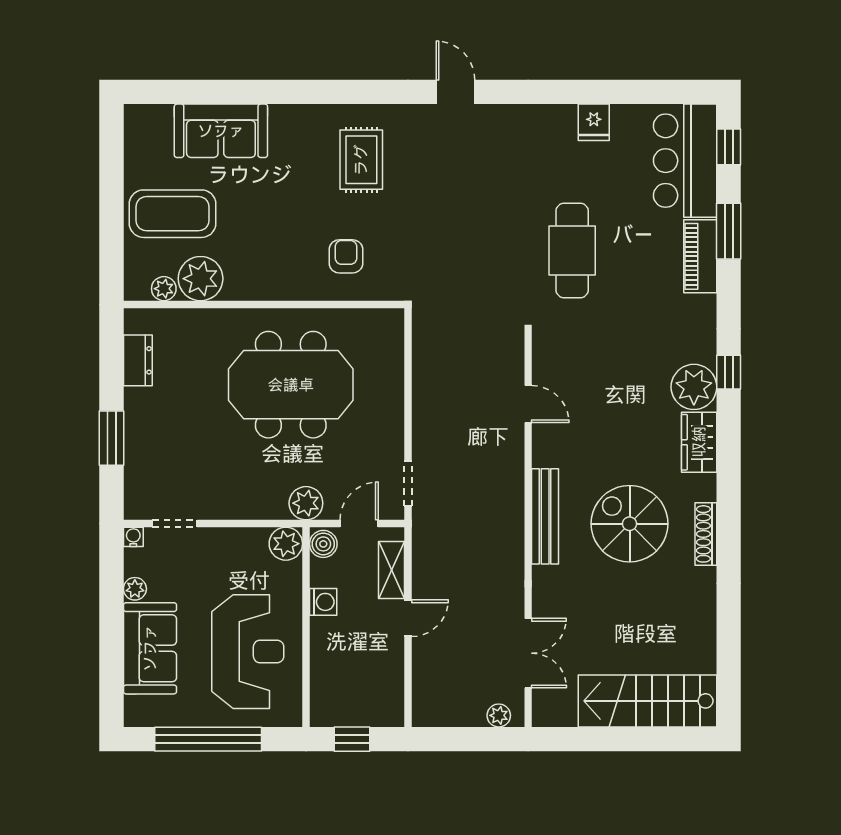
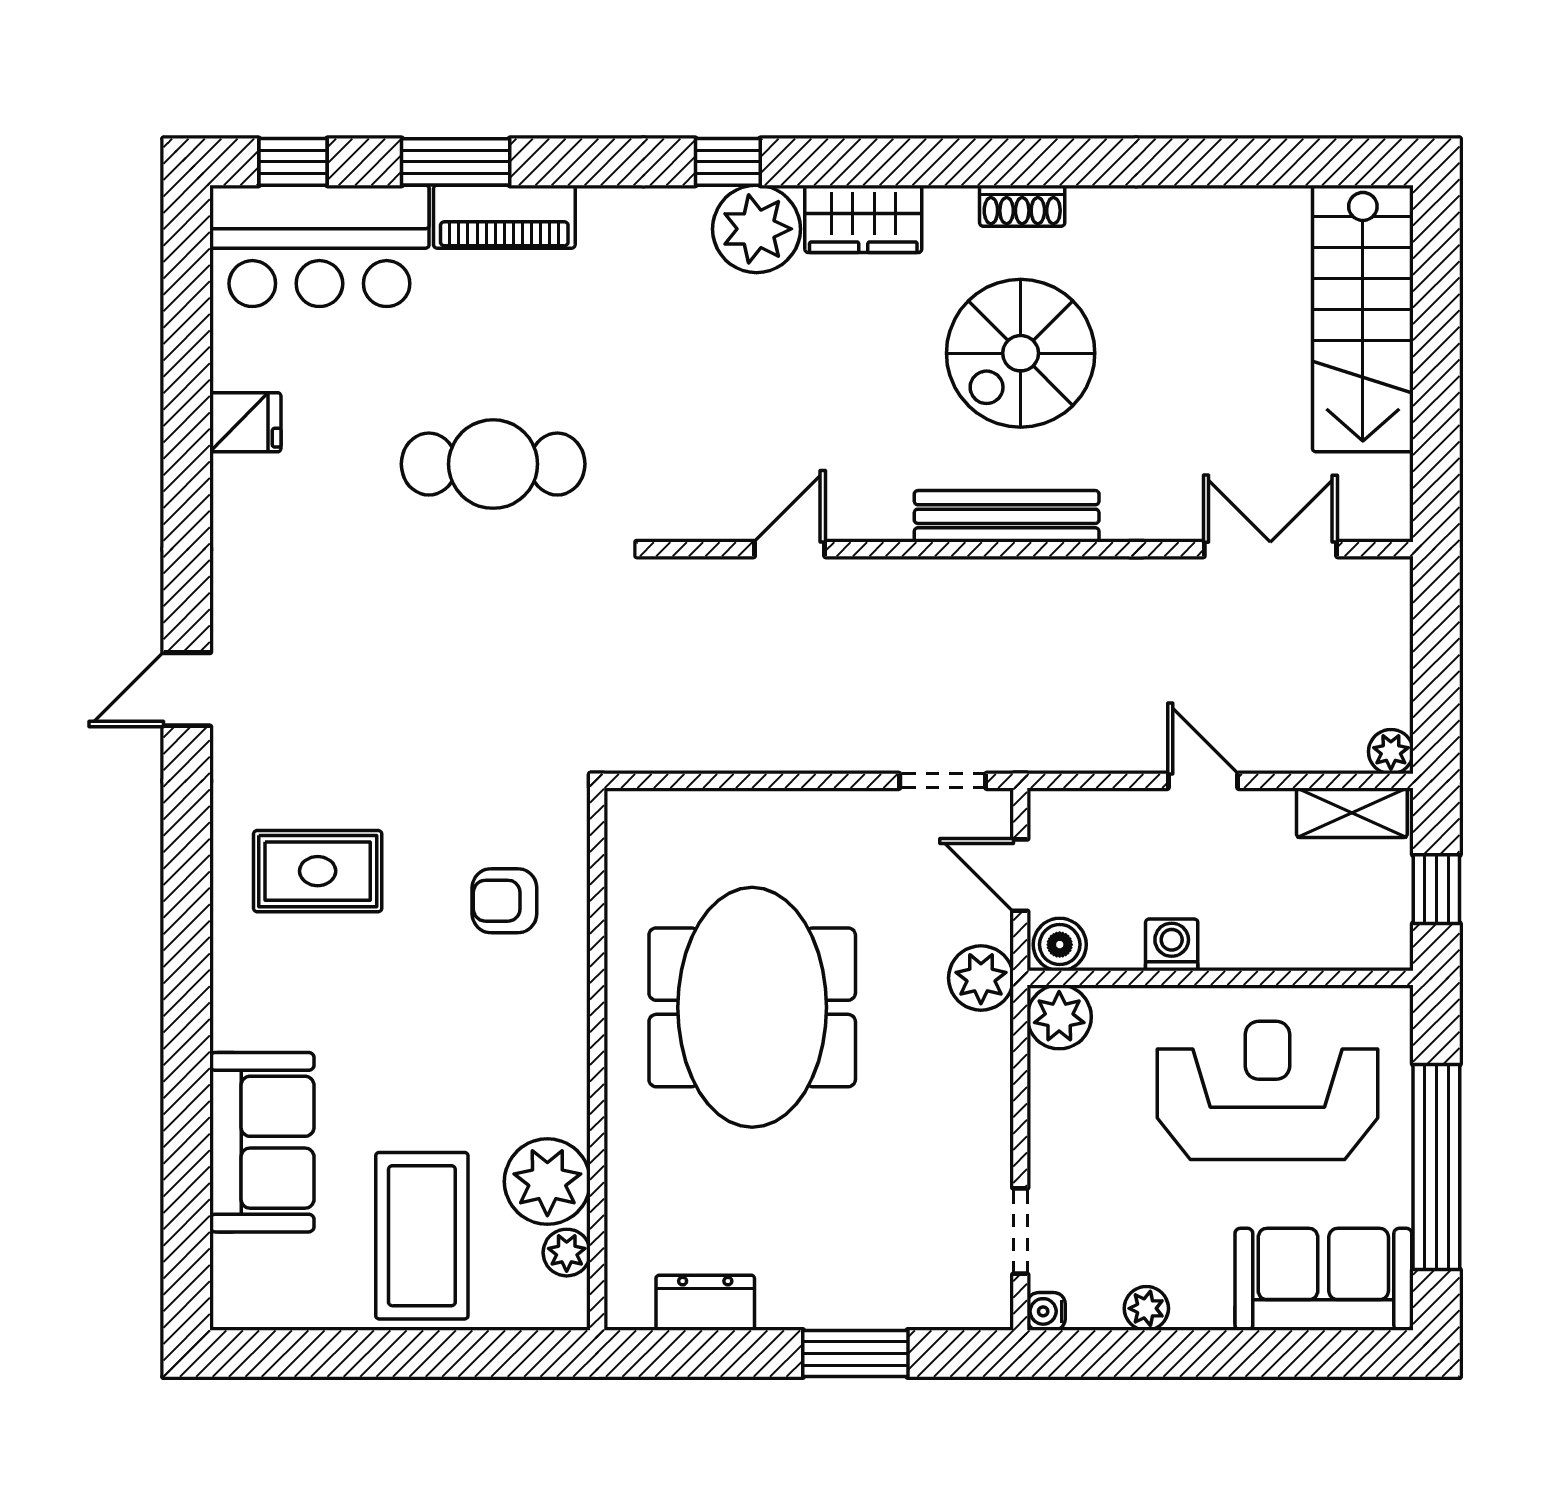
shoe rack: (706, 534) -> (1022, 206), width x0.70
shelving: (392, 570) -> (1352, 813), moved
sofa: (150, 648) -> (1323, 1279), moved
plant: (499, 715) -> (1391, 752), moved

